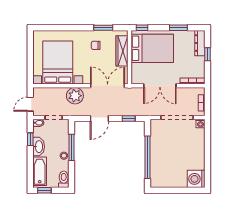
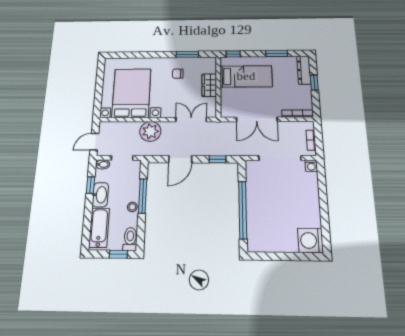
bed: (152, 48) -> (246, 76), width x0.67
wardrobe: (122, 51) -> (209, 85), width x0.67
double door: (108, 86) -> (191, 120), width x0.73
window: (44, 190) -> (118, 254), moved

